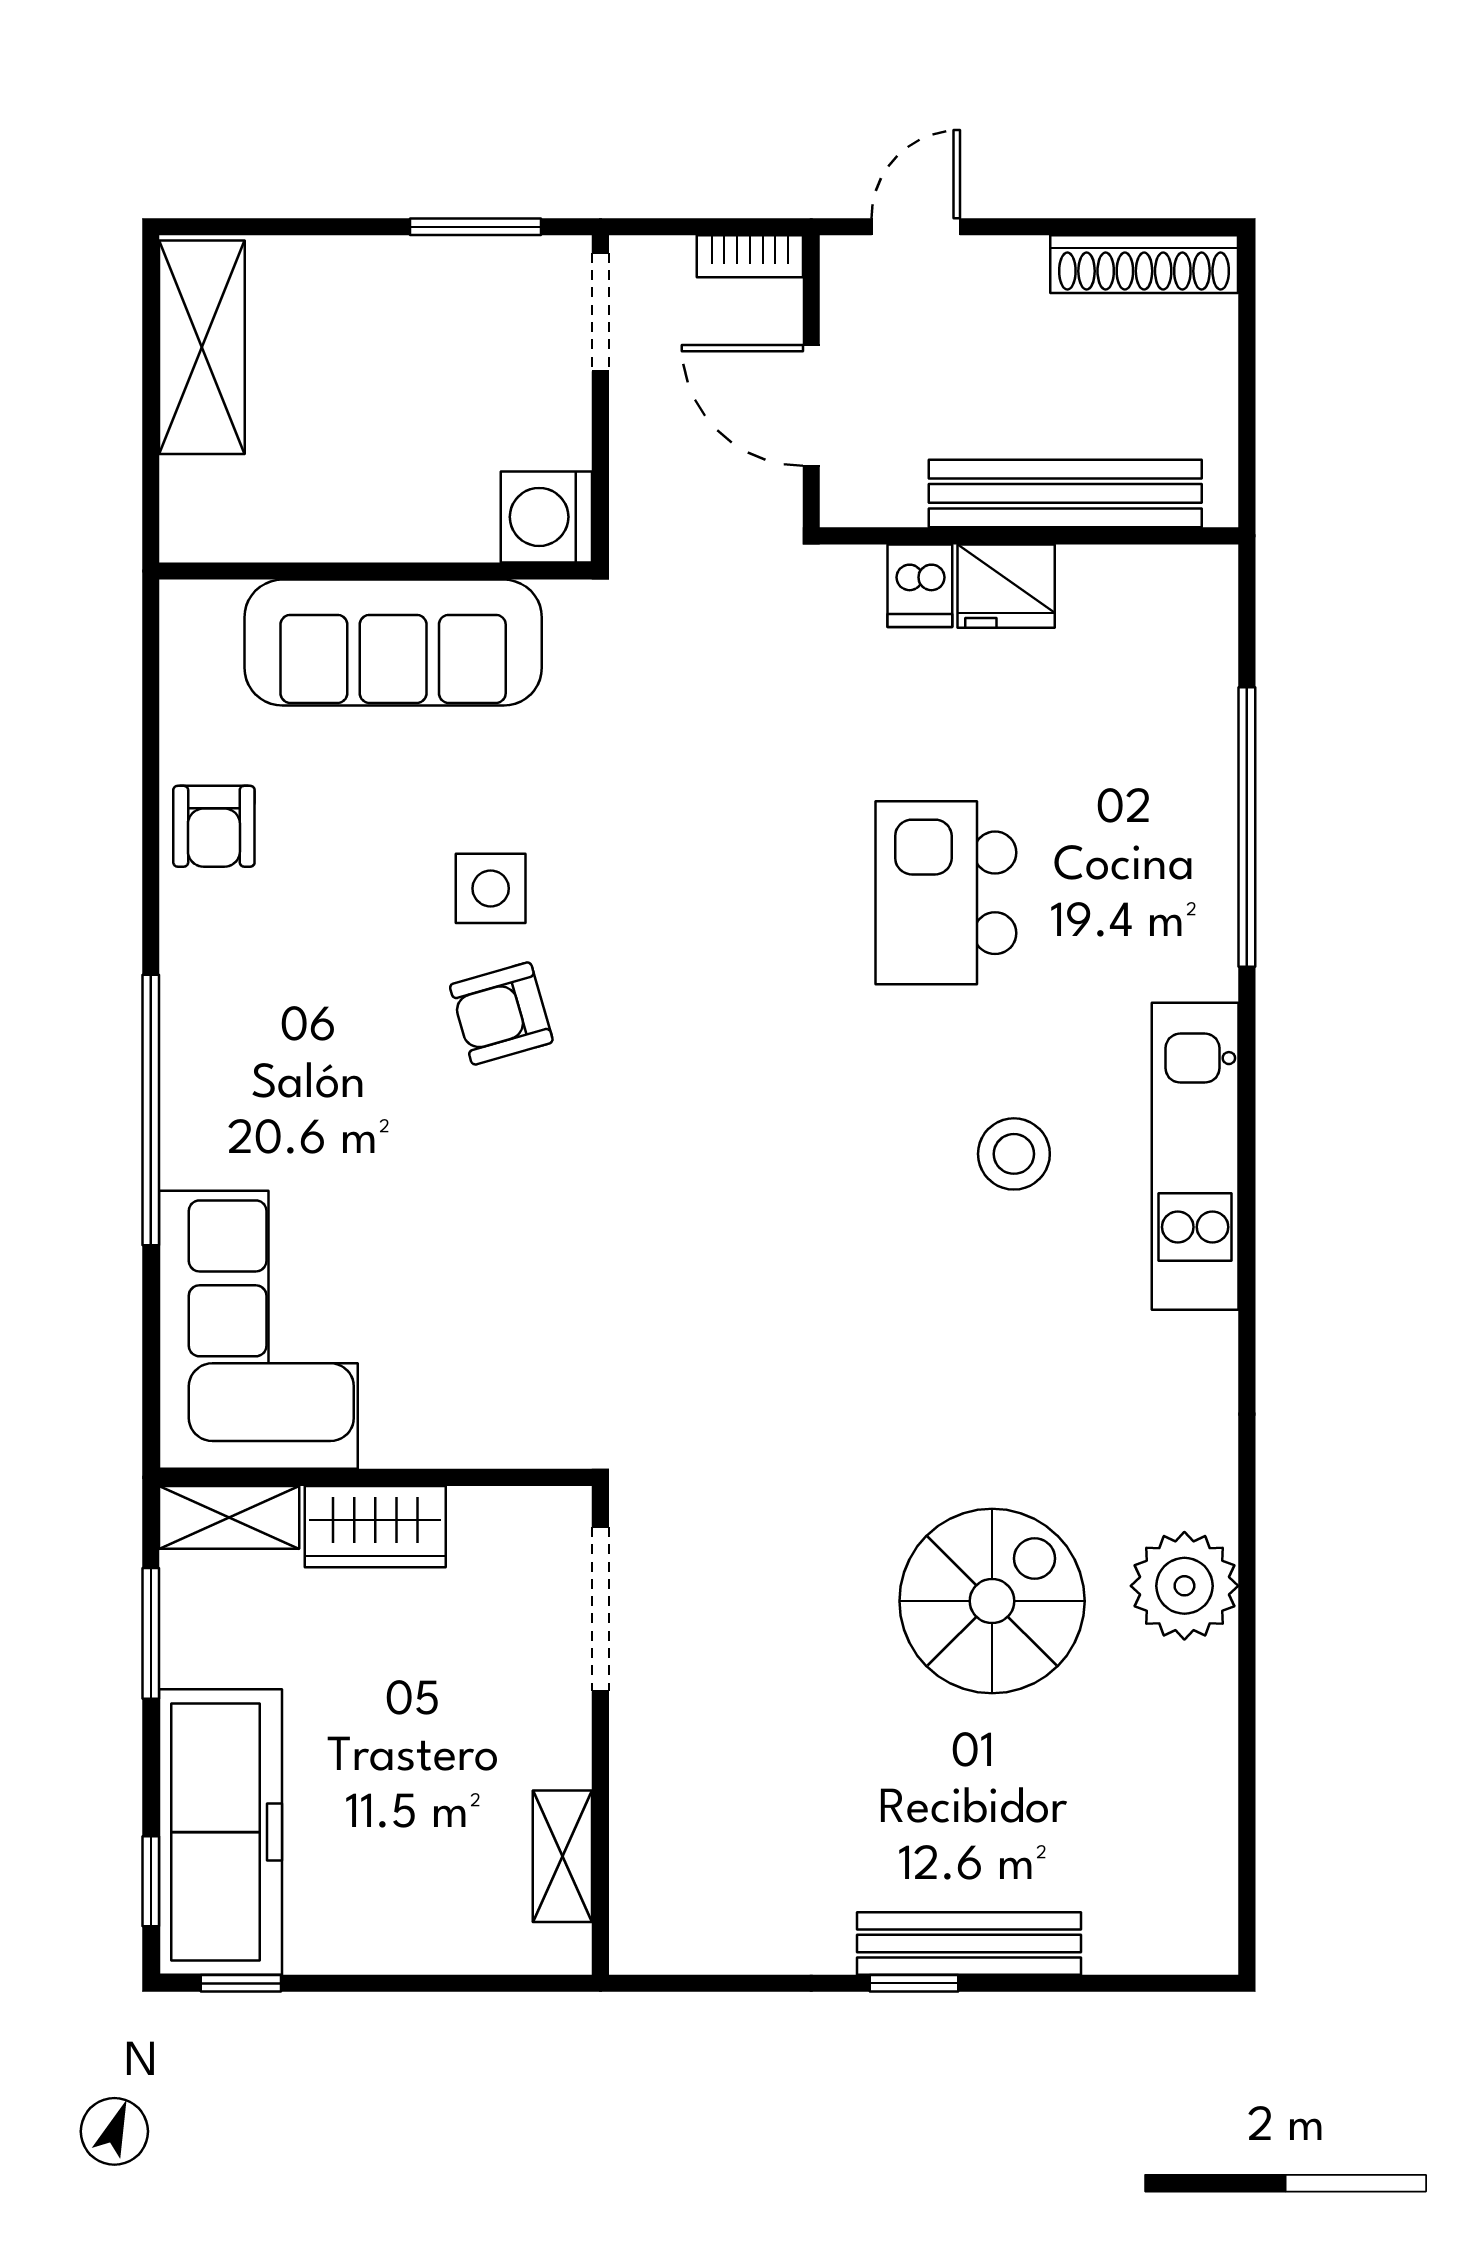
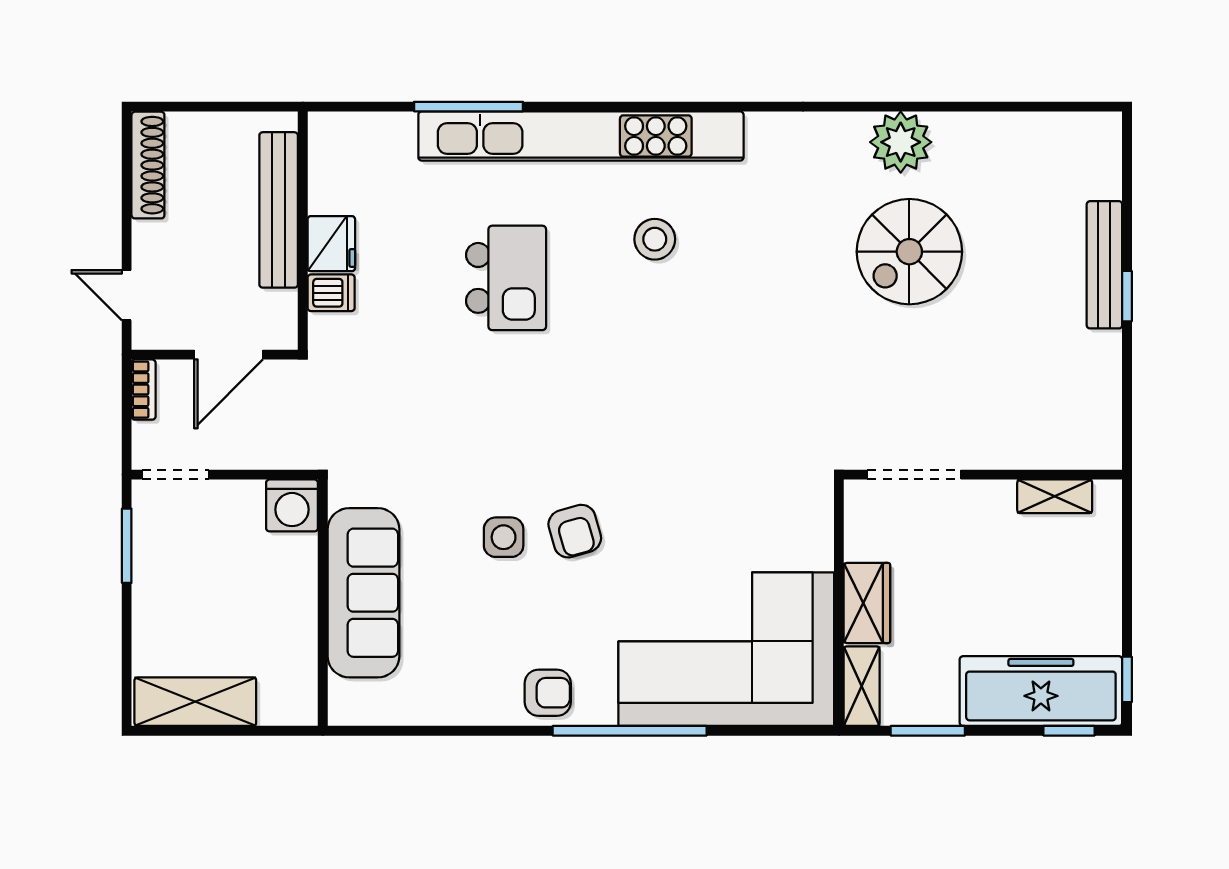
armchair: (214, 826) -> (548, 693), moved
window: (1247, 827) -> (469, 107), width x0.68
kitchen island: (946, 893) -> (506, 278), turned -90
kitchen unit: (1195, 1156) -> (581, 136), width x1.86
corner sofa: (258, 1330) -> (726, 649), width x1.36, depth x1.36
spiral stairs: (992, 1601) -> (909, 252), turned -90

